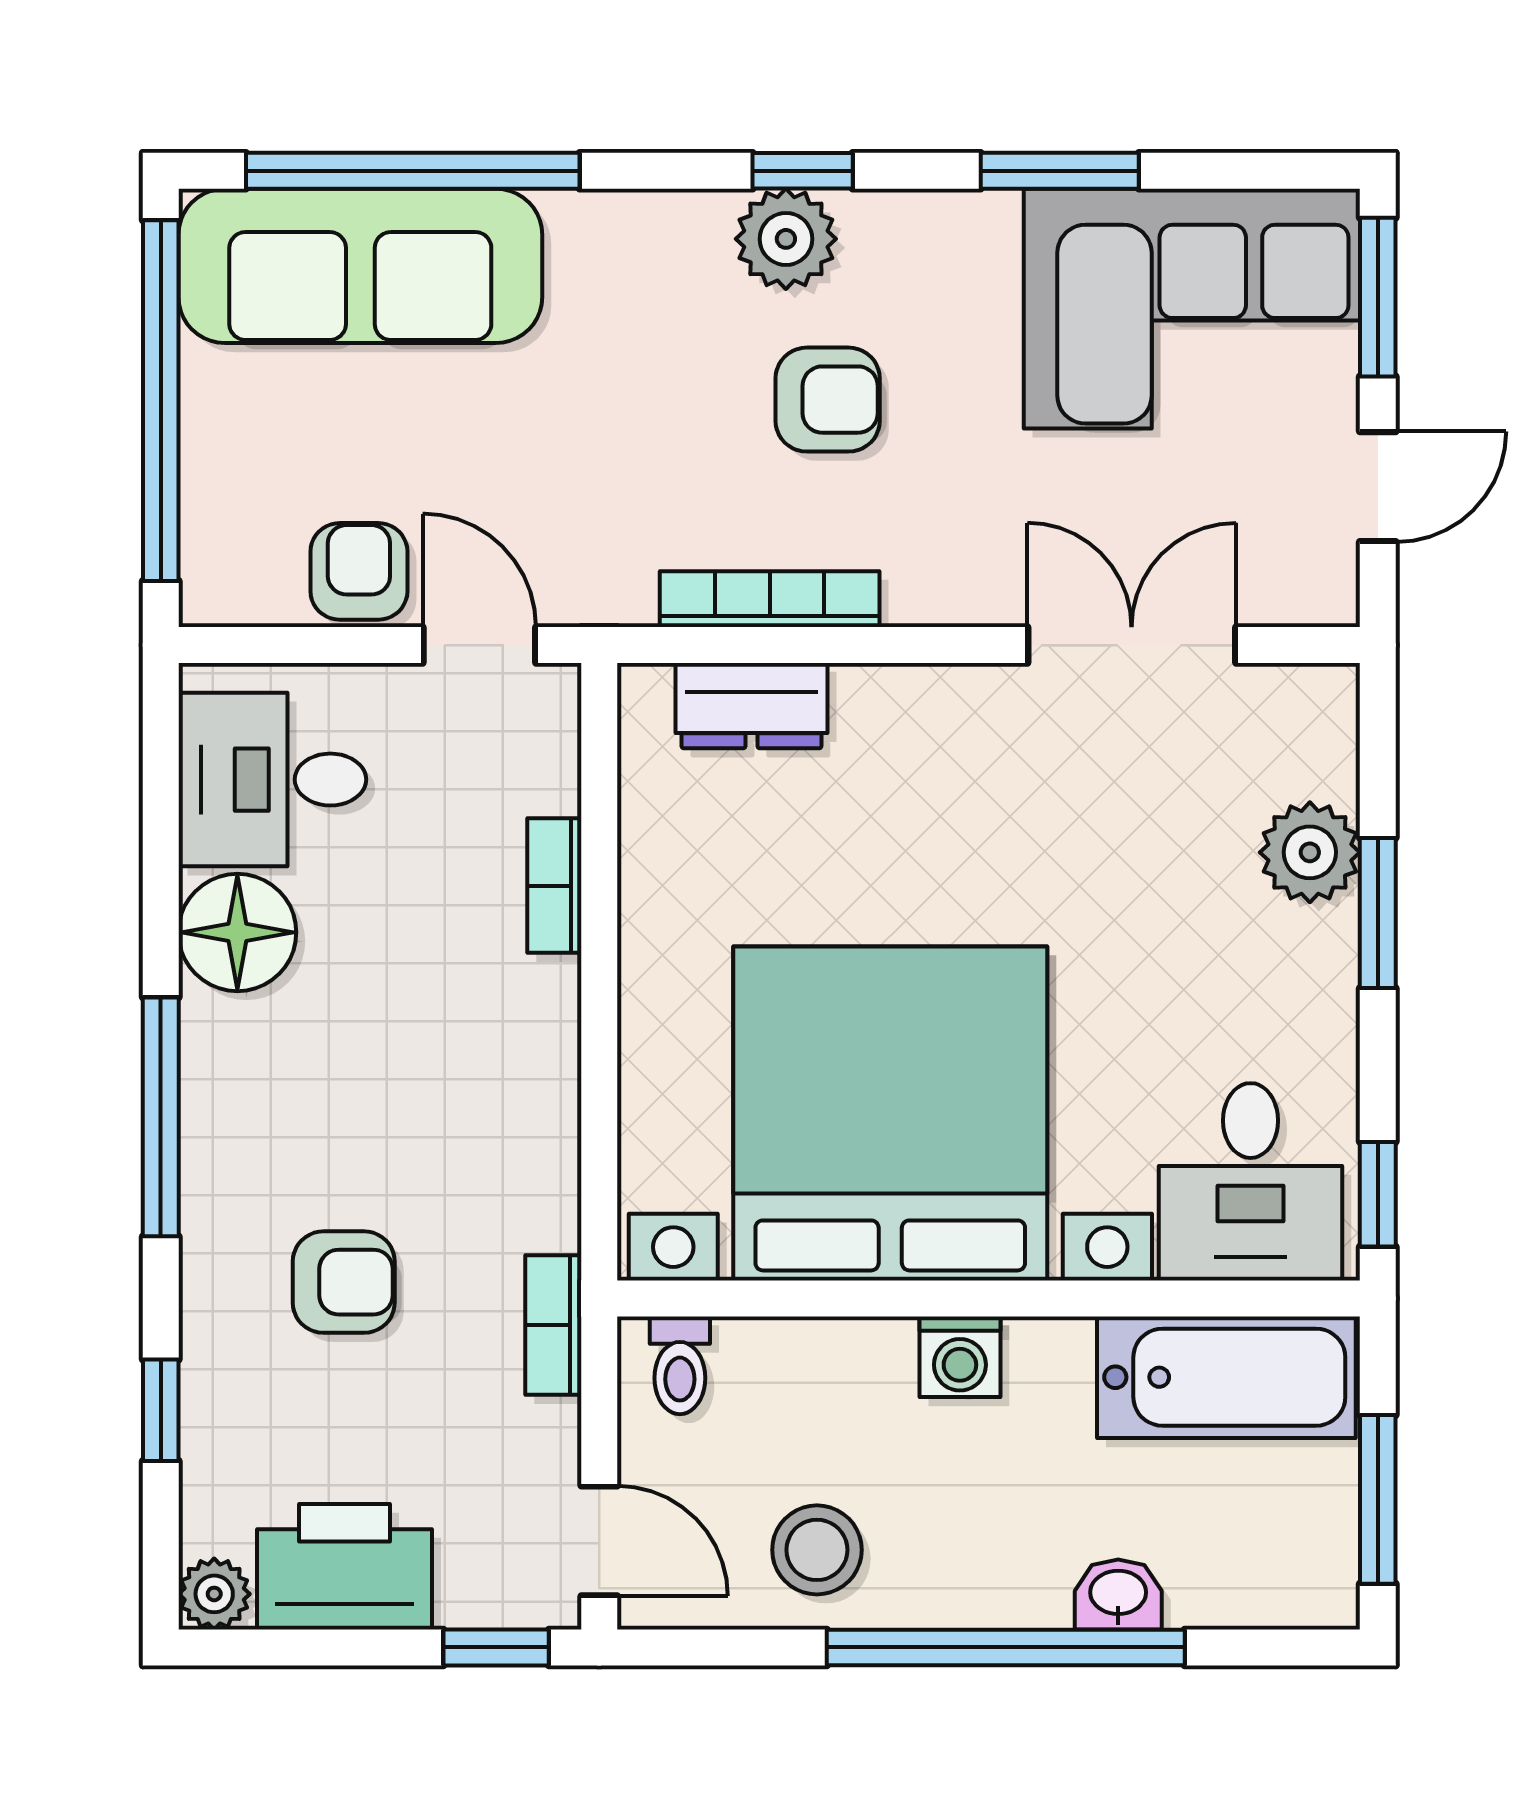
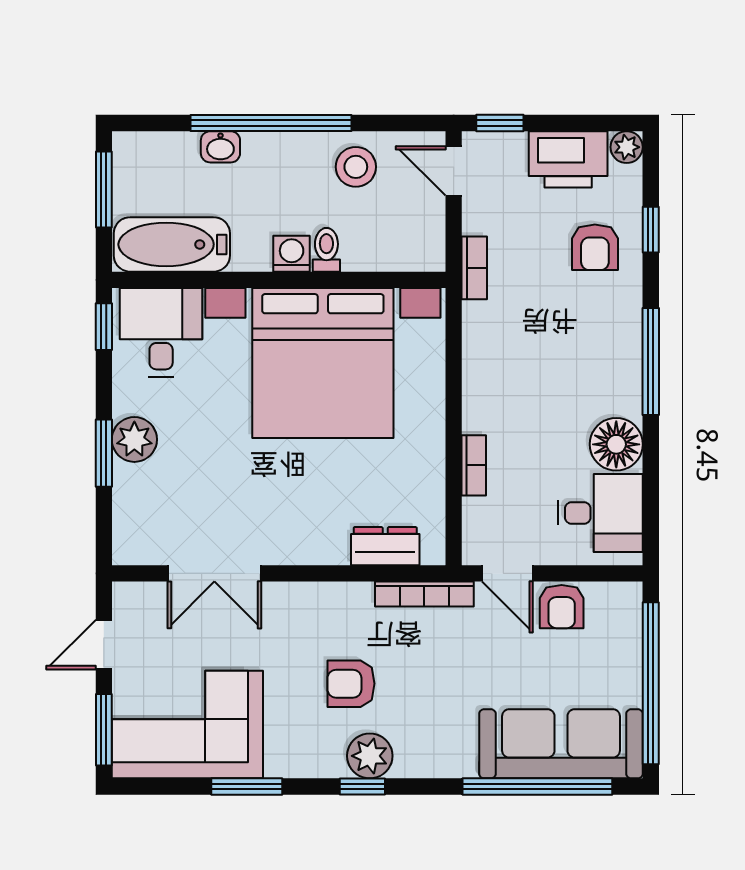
bookcase: (770, 599) -> (424, 594), moved
plant: (1310, 852) -> (134, 439), moved
armchair: (344, 1282) -> (595, 247), moved, turned -90
toilet: (680, 1365) -> (326, 250), moved

